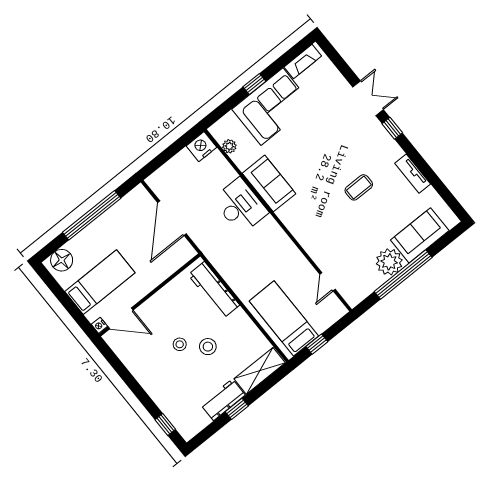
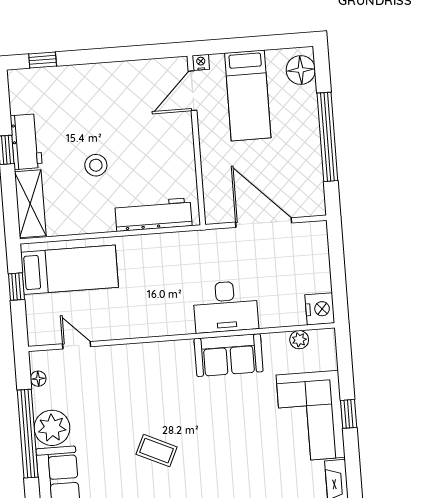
coffee table: (359, 187) -> (157, 451), turned -65
floor lamp: (365, 291) -> (38, 379), added
stool: (180, 344) -> (120, 136), removed

